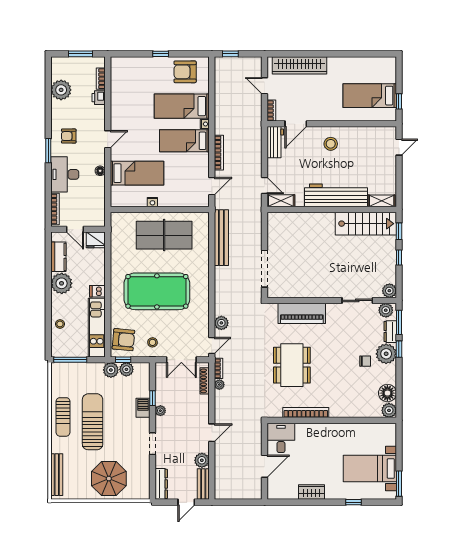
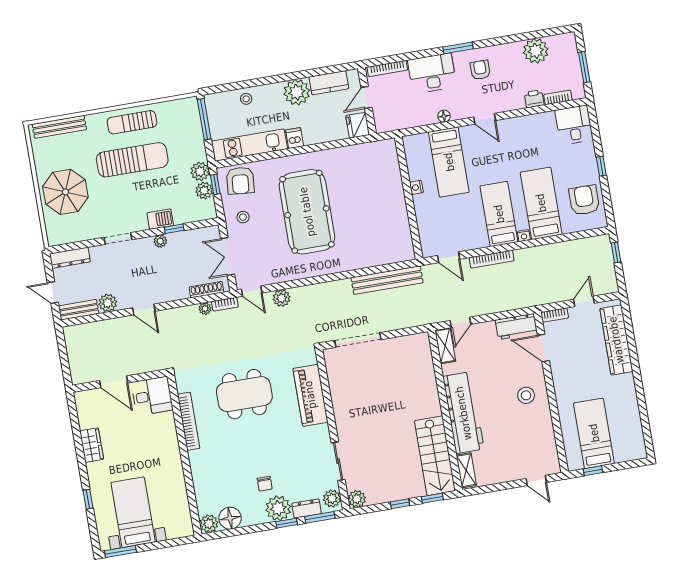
desk: (124, 70) -> (574, 125), added
table tennis table: (164, 235) -> (378, 209), removed

